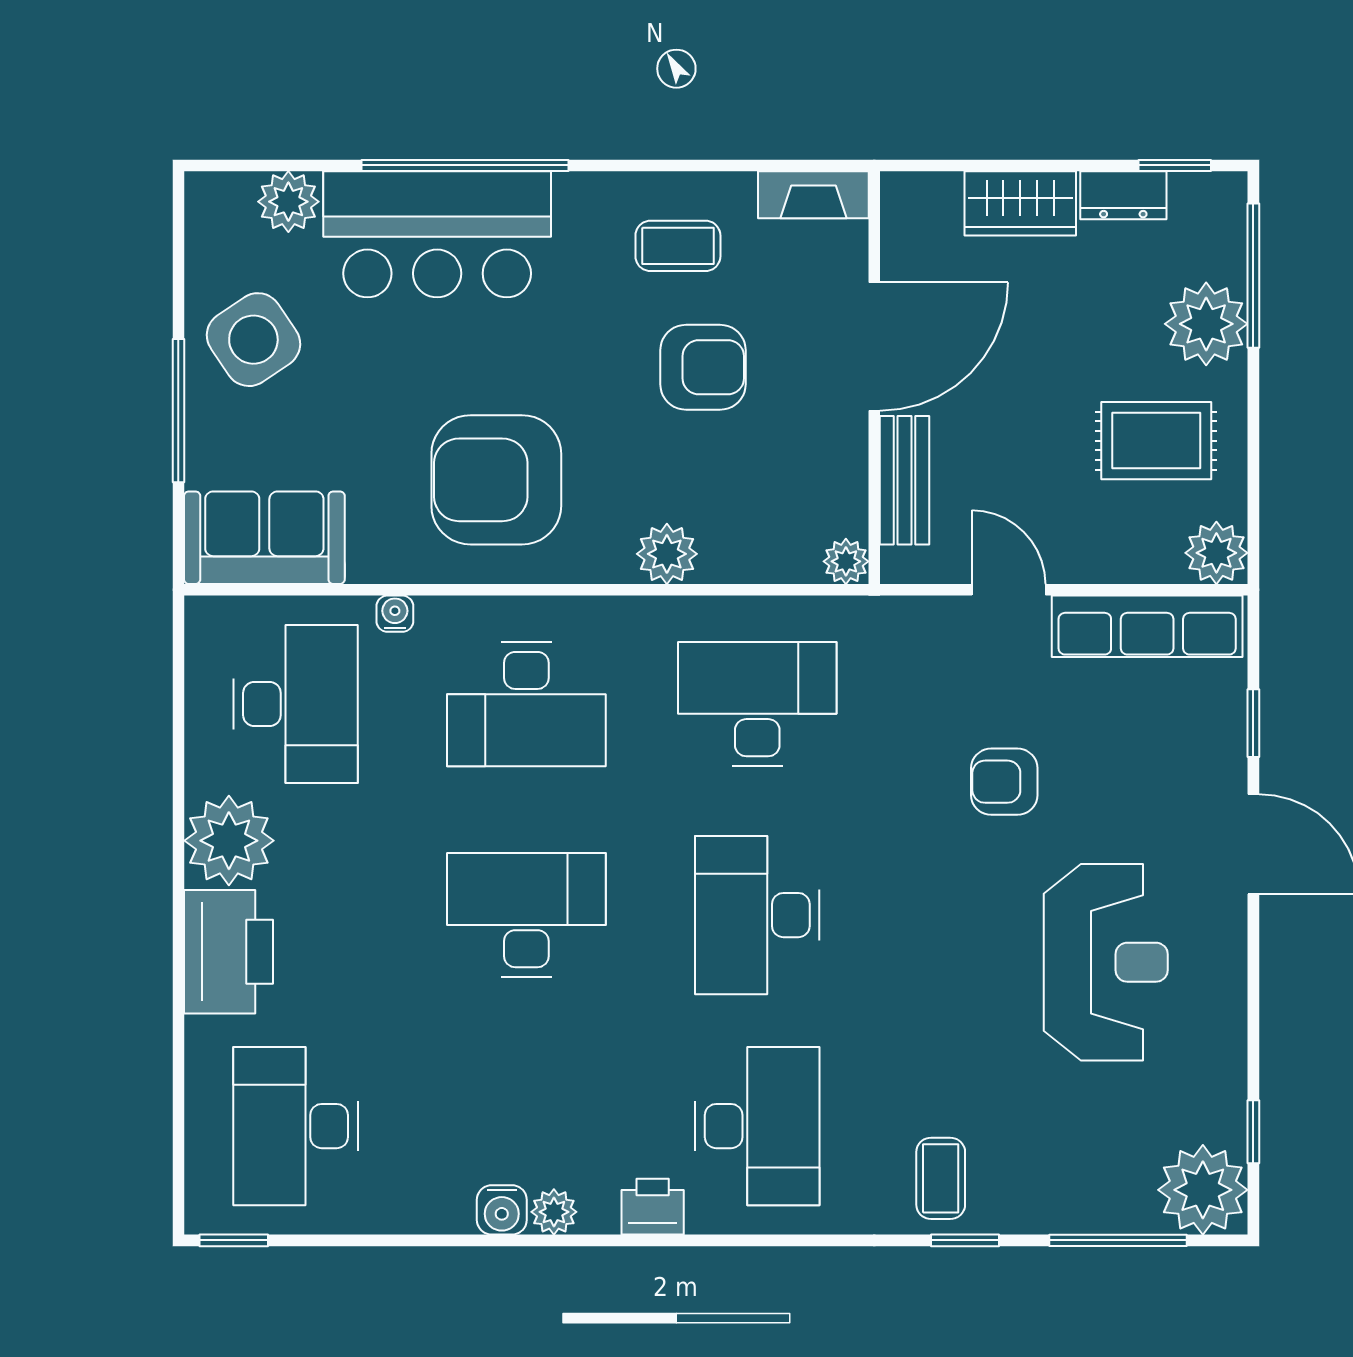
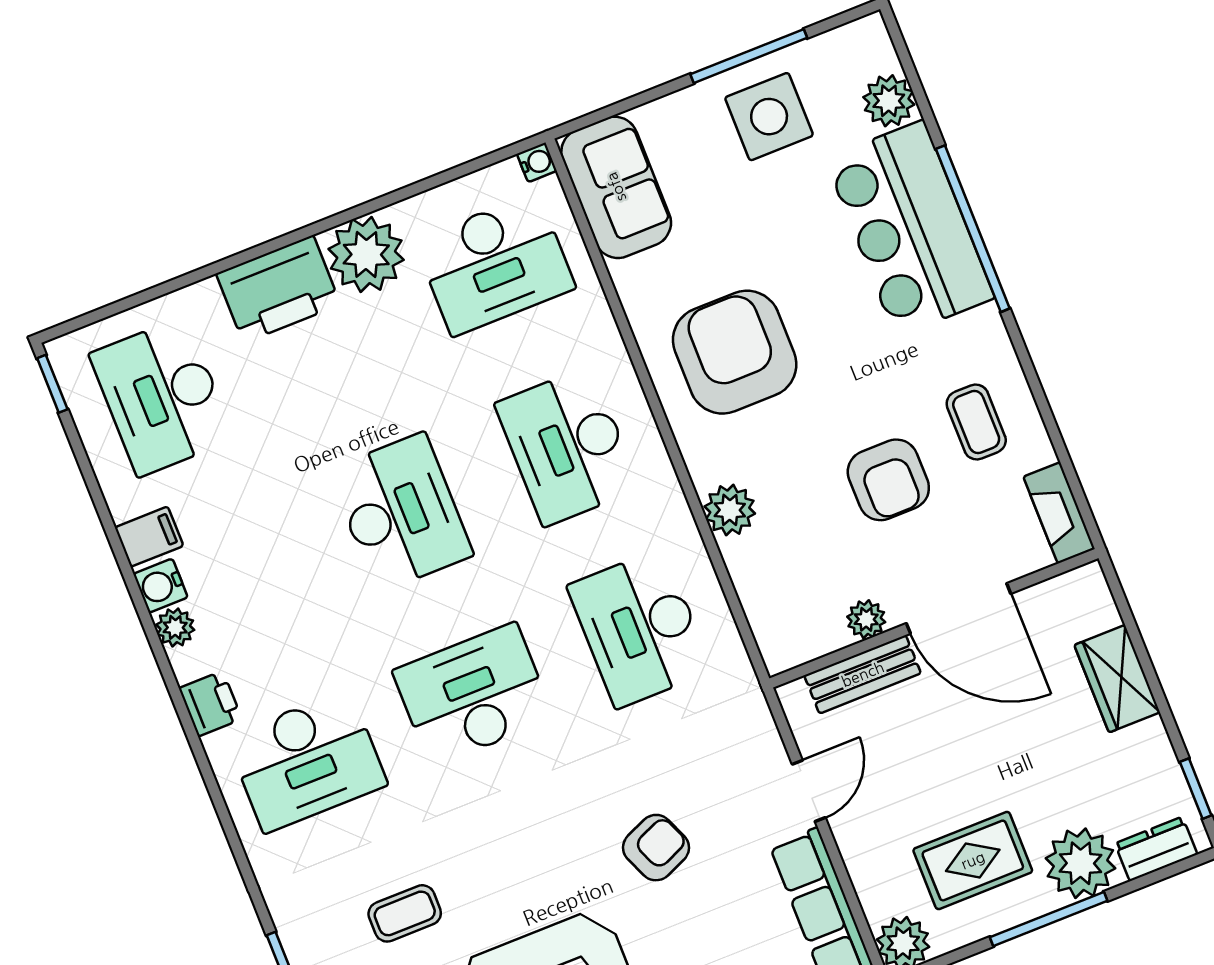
dresser: (1123, 195) -> (1156, 849), moved, turned 90
window: (1253, 276) -> (1049, 919), moved
side table: (253, 340) -> (769, 117), turned 34
window: (178, 411) -> (749, 56), moved
rug: (1156, 441) -> (973, 860), turned 90
plant: (846, 561) -> (866, 619), moved
water cooler: (395, 614) -> (537, 162), moved
desk: (757, 704) -> (640, 628), turned 180
armchair: (1004, 782) -> (656, 848), turned 67
desk: (296, 1126) -> (162, 397), turned -90
coffee table: (941, 1178) -> (405, 913), moved
filing cabinet: (443, 1201) -> (149, 537), added

